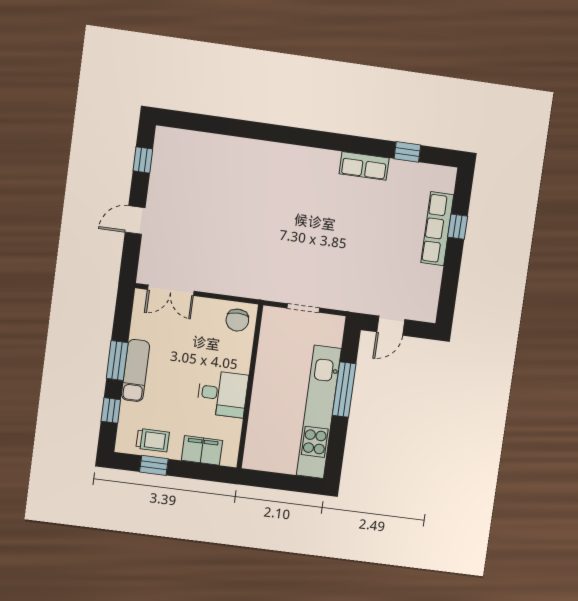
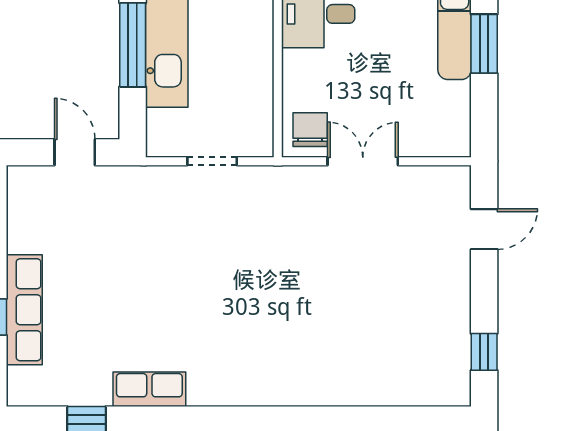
door: (135, 220) -> (484, 229), moved
double door: (171, 290) -> (363, 161), moved
door: (391, 326) -> (75, 152), hinge flipped

